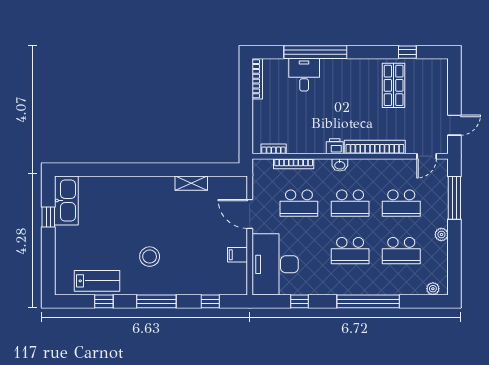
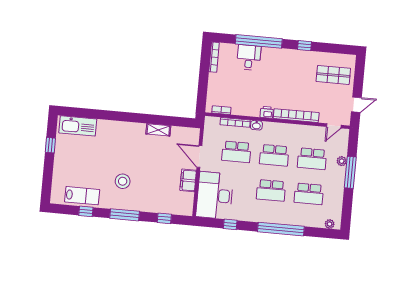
window: (407, 52) -> (305, 46), moved
shop shelf: (394, 85) -> (333, 75), moved, turned 90
washbasin: (340, 165) -> (256, 125), moved
window: (454, 198) -> (350, 172), moved
kitchen sink: (66, 201) -> (78, 126), moved, turned 90
plant: (441, 234) -> (342, 161), moved
filing cabinet: (238, 255) -> (188, 180), width x2.00

